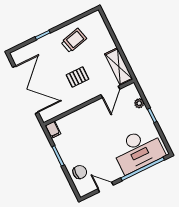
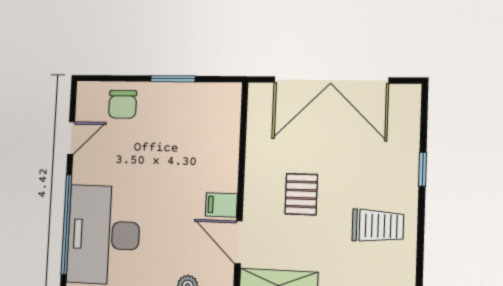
trolley: (74, 40) -> (378, 226), turned -76
filing cabinet: (53, 130) -> (221, 205), moved

